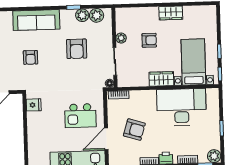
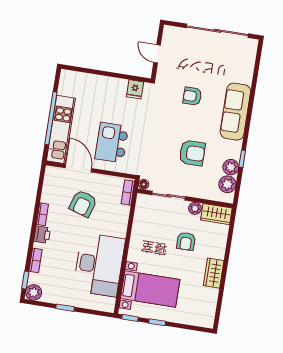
armchair: (77, 49) -> (192, 153), turned 180
wardrobe: (161, 79) -> (216, 214), moved, turned 90

